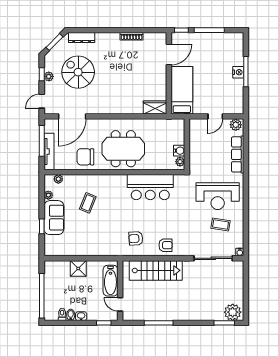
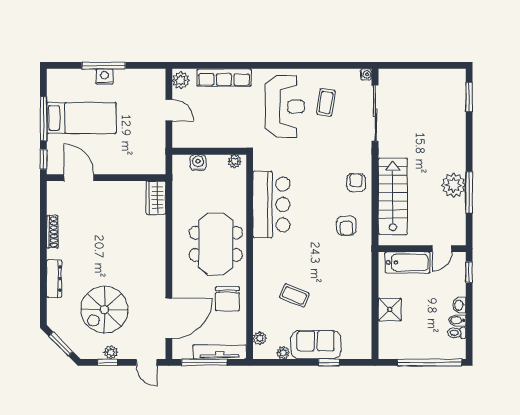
dresser: (82, 38) -> (54, 279), moved
bed: (182, 90) -> (81, 118), moved, turned 180
door: (72, 116) -> (169, 318), hinge flipped
water cooler: (179, 151) -> (198, 163), moved
plant: (233, 312) -> (453, 185), moved

